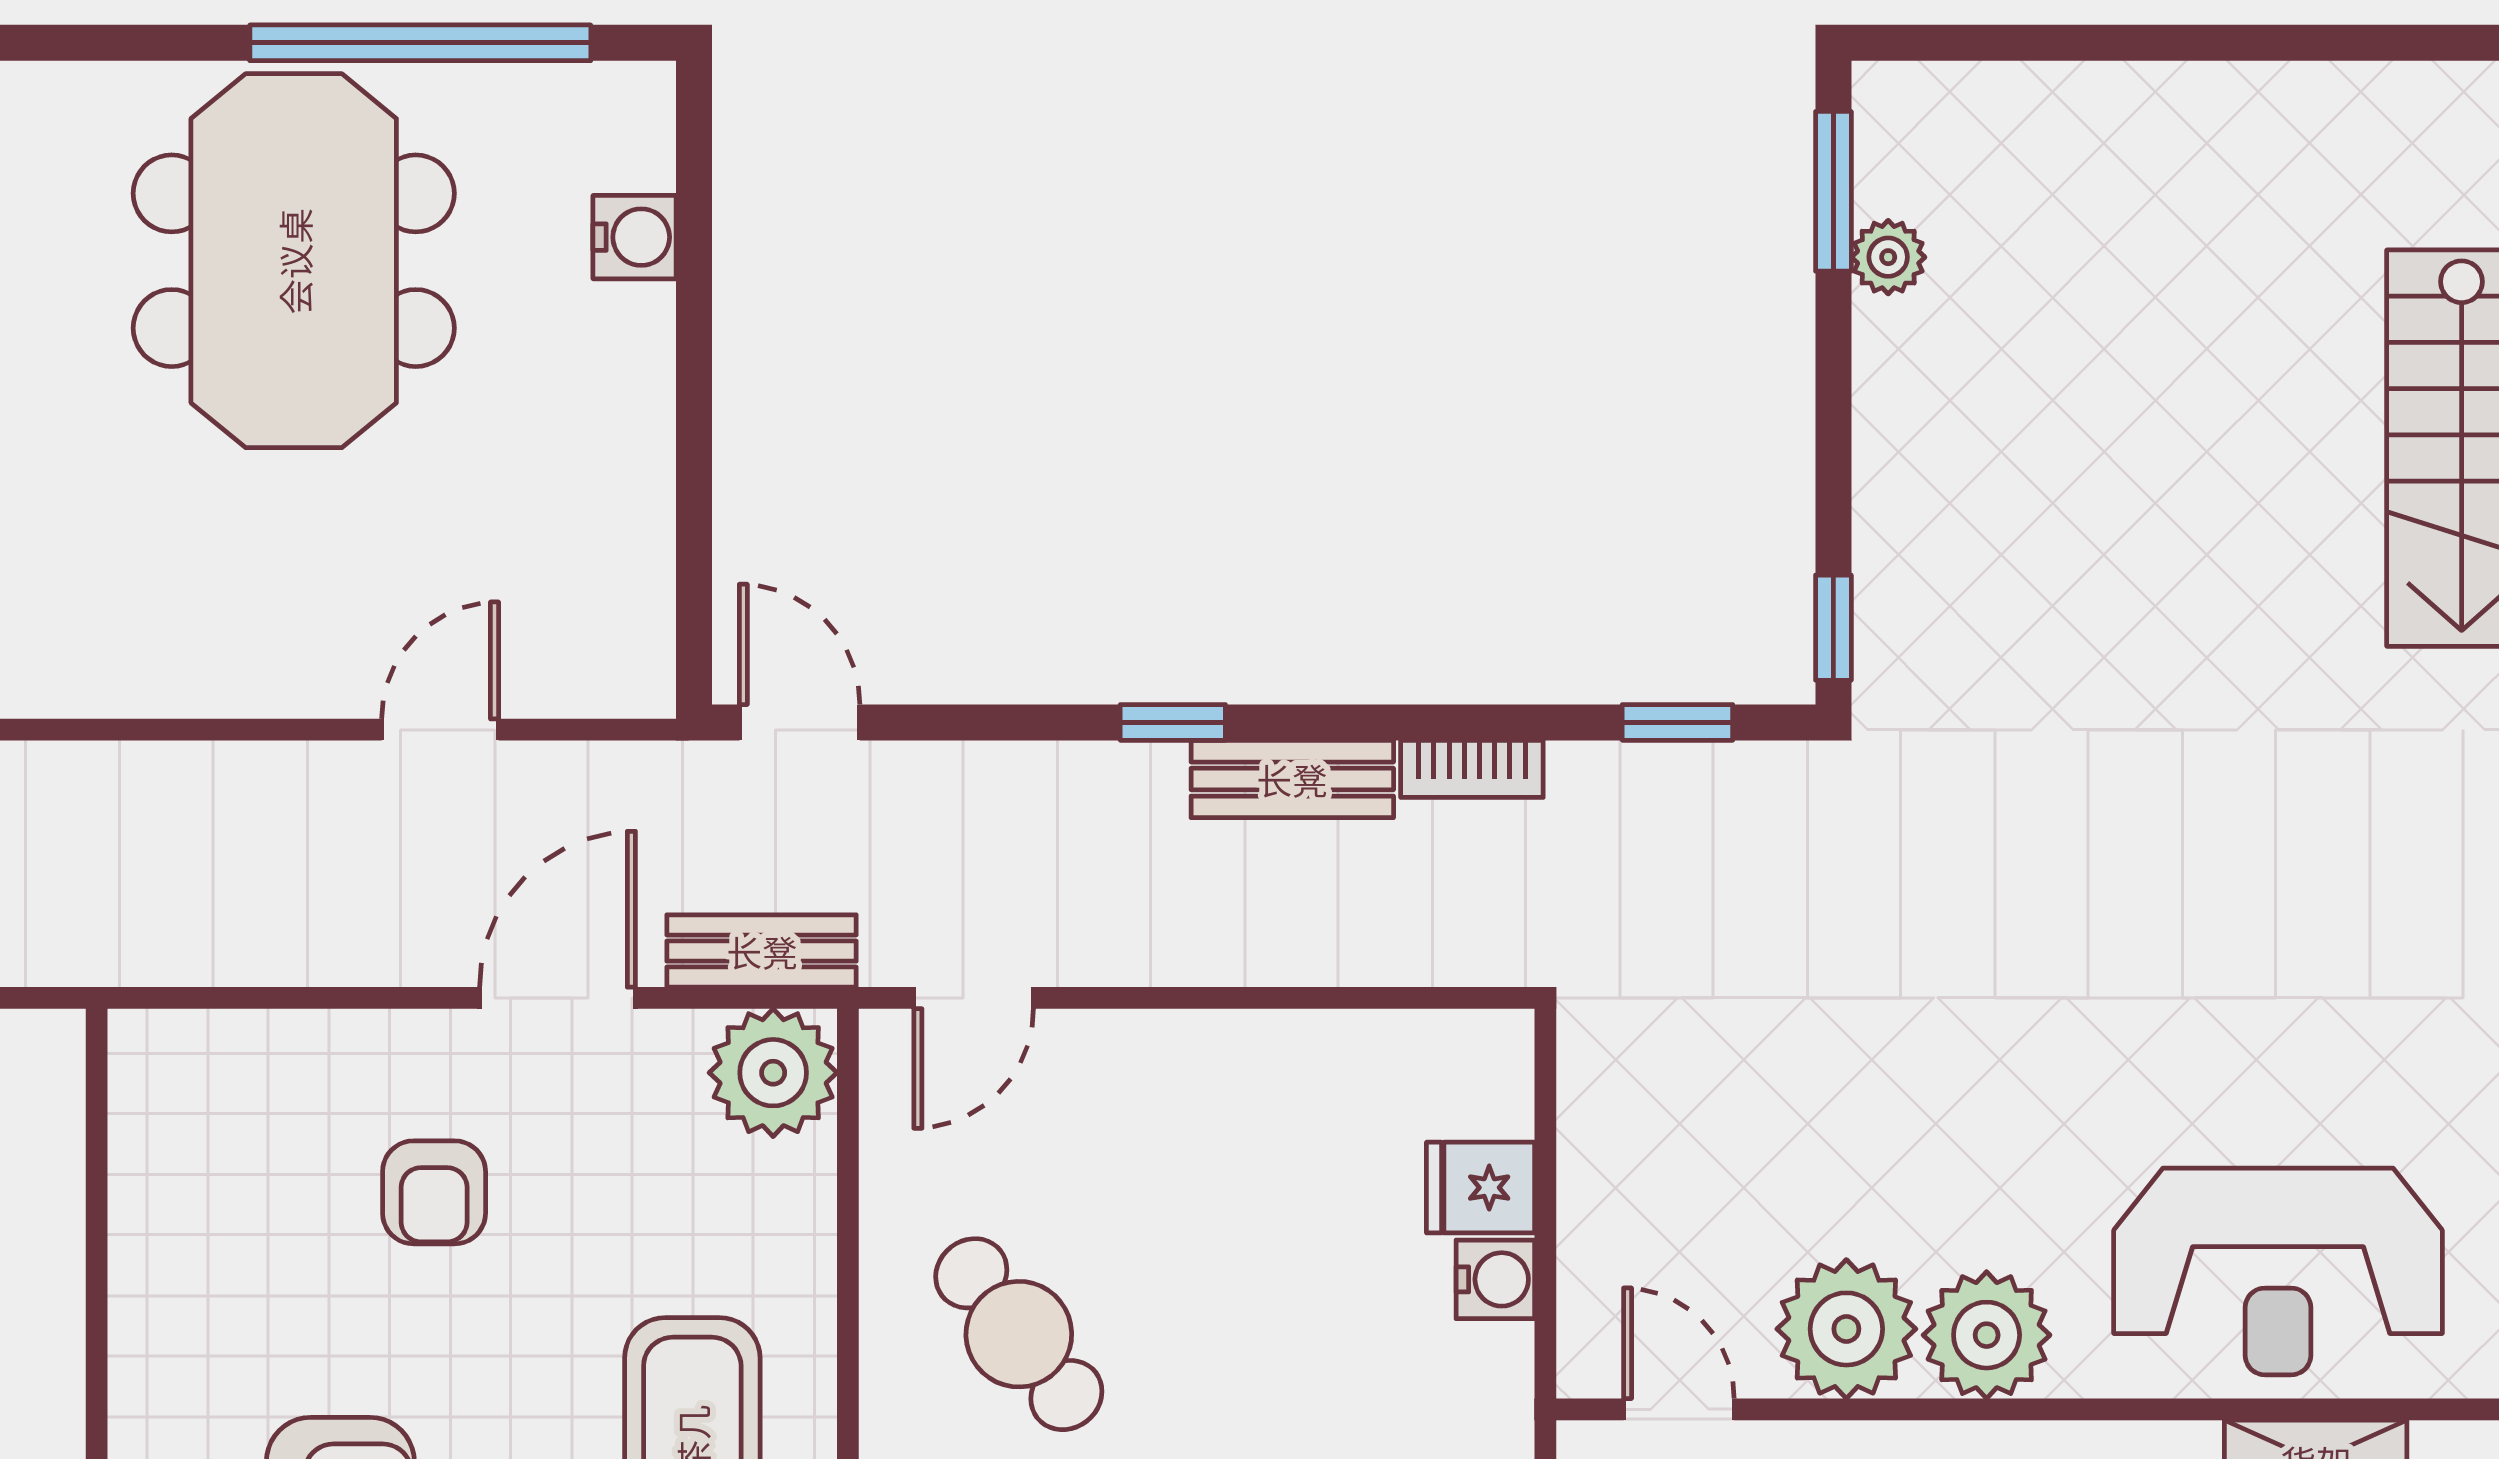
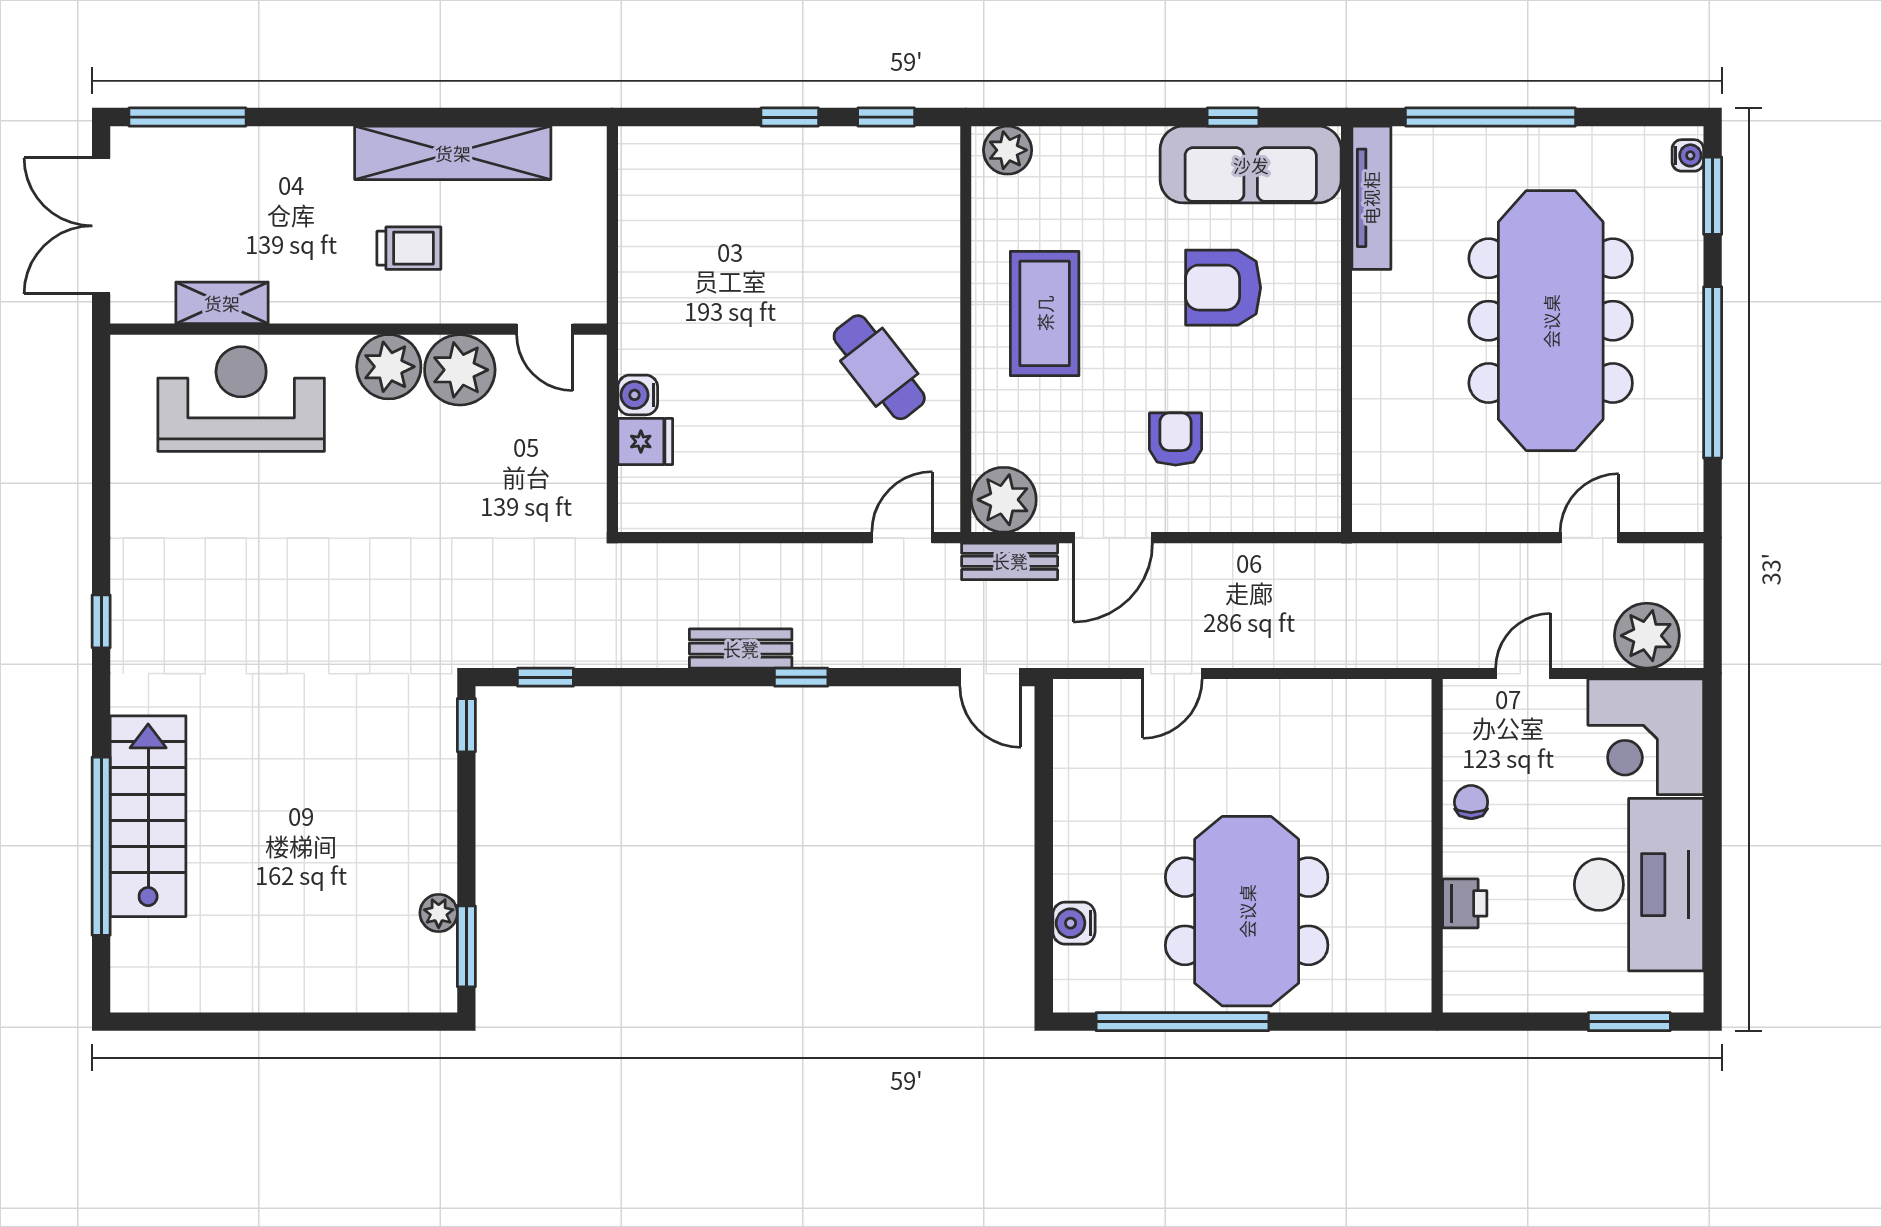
bookcase: (1472, 769) -> (650, 654), removed

